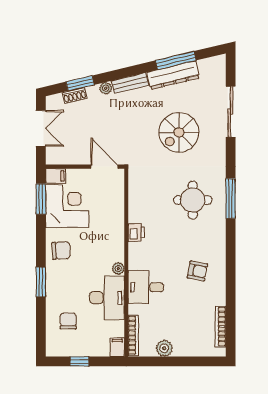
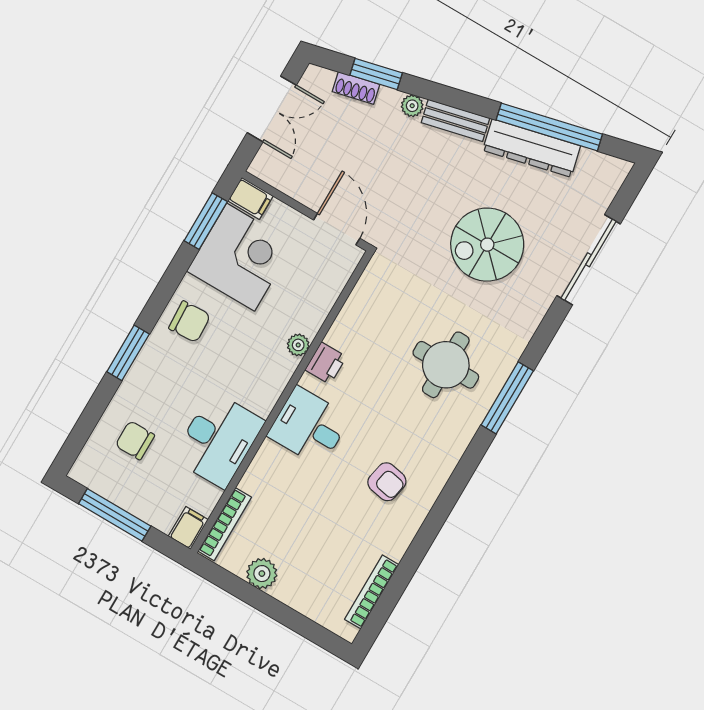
window: (176, 60) -> (549, 127), width x1.46
plant: (118, 268) -> (298, 345), moved
desk: (146, 287) -> (309, 426), moved
chair: (68, 321) -> (135, 440), turned -90
window: (79, 361) -> (115, 515), width x2.17

